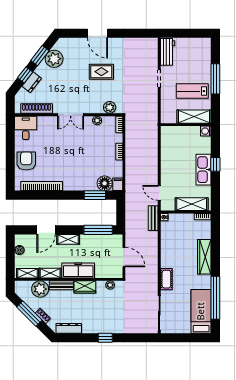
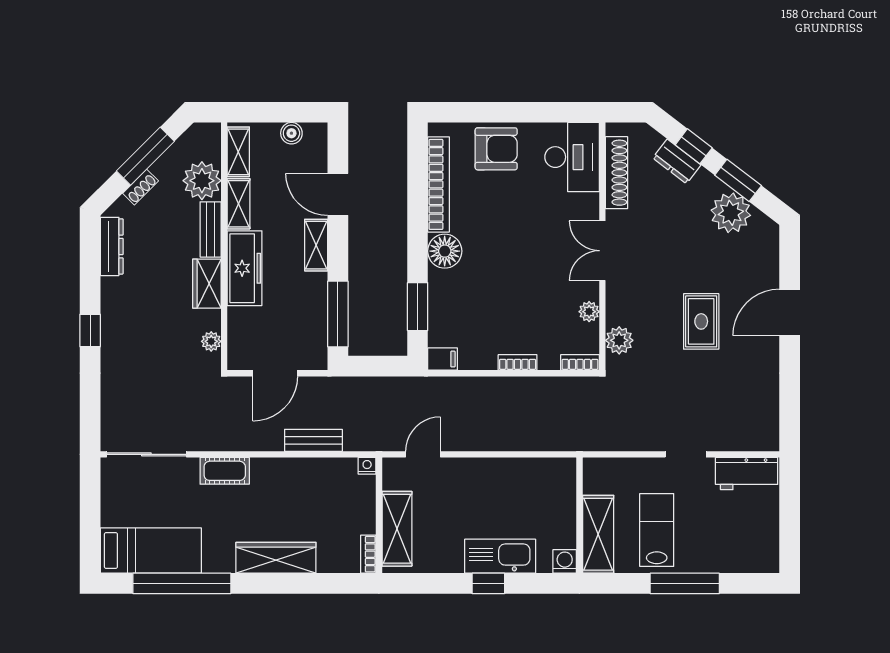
desk: (26, 128) -> (572, 157), width x1.37
kitchen sink: (204, 170) -> (500, 556), moved
floor lamp: (105, 183) -> (445, 251), moved
bench: (153, 218) -> (313, 440), moved

